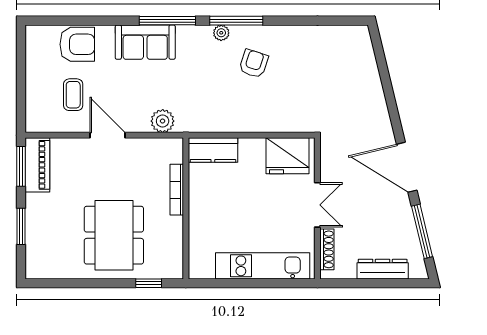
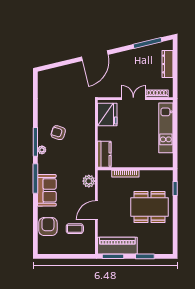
piano: (37, 165) -> (117, 246), width x1.37, depth x1.33
door: (407, 167) -> (95, 56), moved

